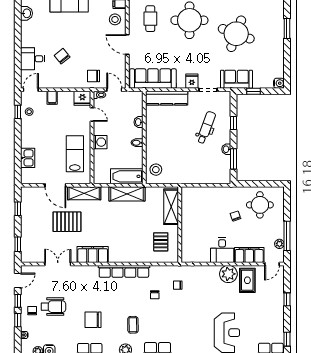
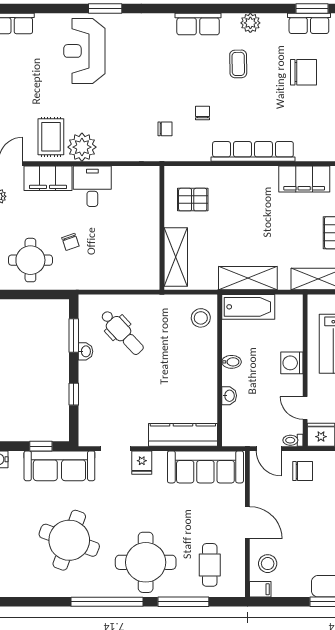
sofa: (236, 79) -> (59, 466), width x1.36
dental chair: (206, 128) -> (122, 332), moved, turned -63
pallet: (161, 242) -> (193, 200), turned 90

